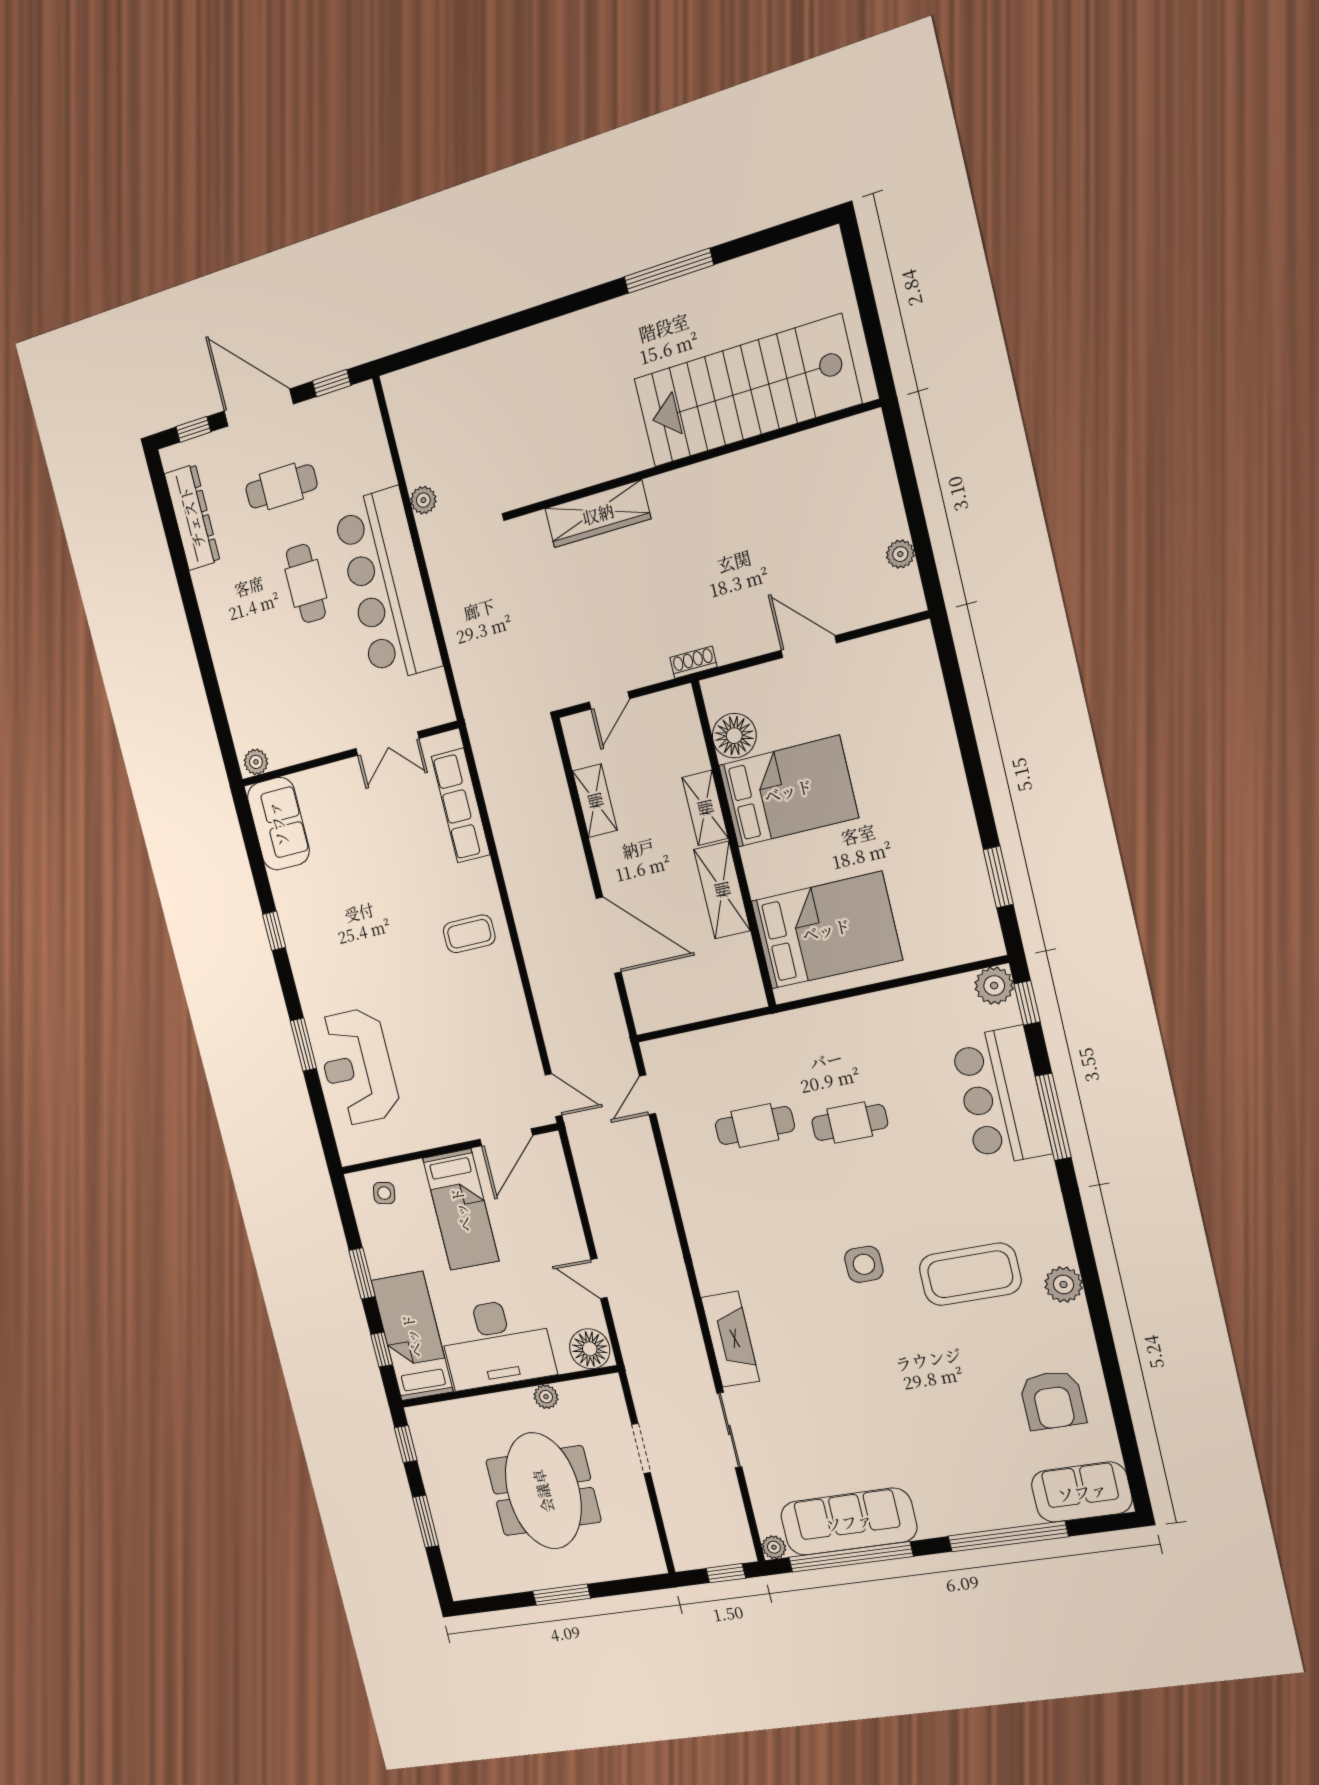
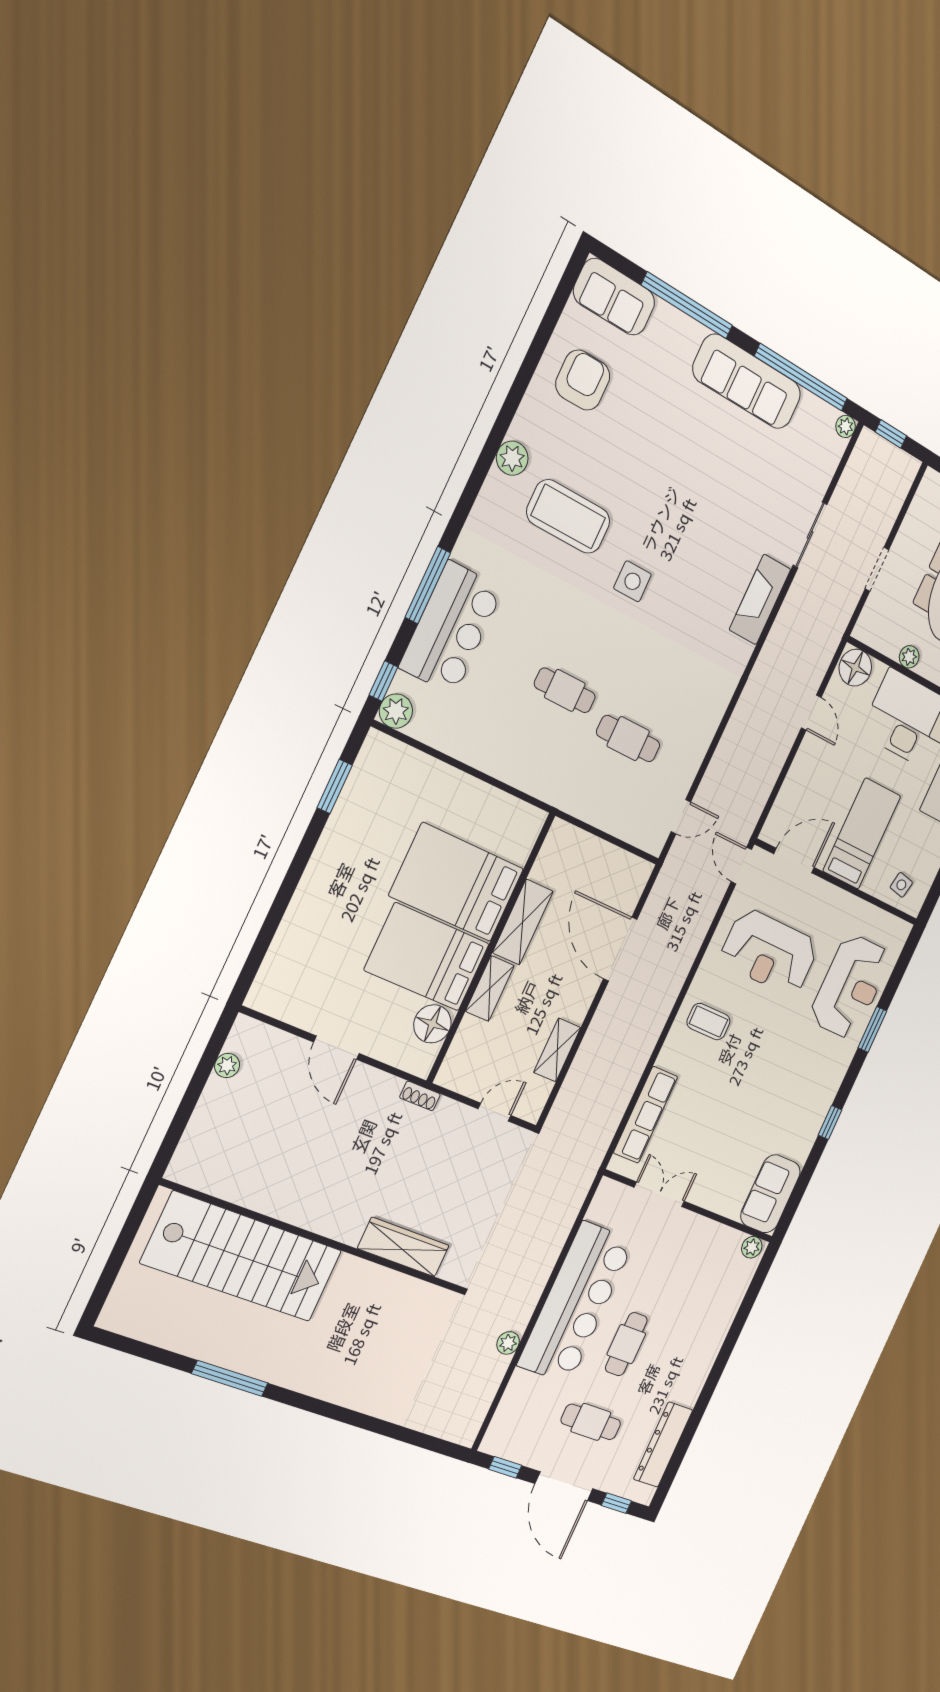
bed: (826, 930) -> (457, 882), moved
reception desk: (462, 1039) -> (769, 952), added
sofa: (849, 1522) -> (747, 382), moved

